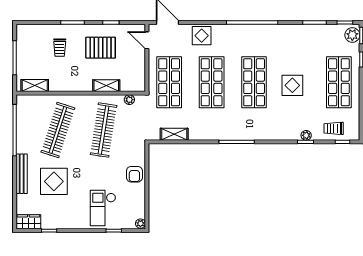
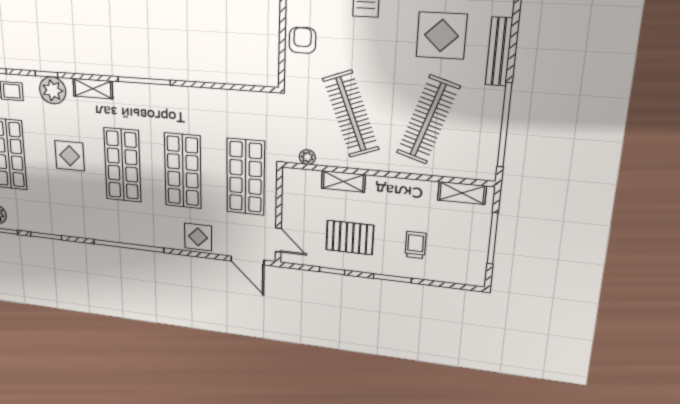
clothes rail: (104, 130) -> (351, 114), turned -30
shelving: (174, 134) -> (93, 89), moved
plant: (306, 135) -> (53, 90), width x1.88, depth x1.88

